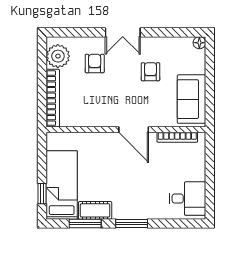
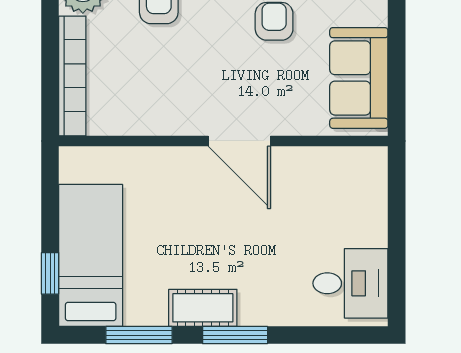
bookcase: (177, 137) -> (329, 157), removed
cot: (95, 210) -> (203, 308), moved

